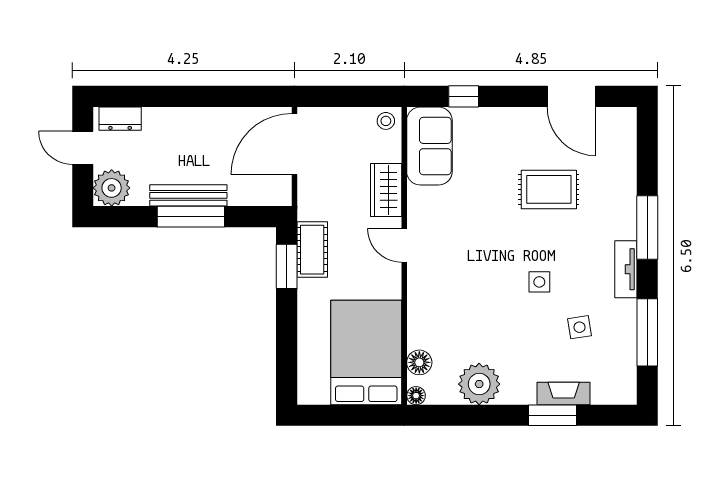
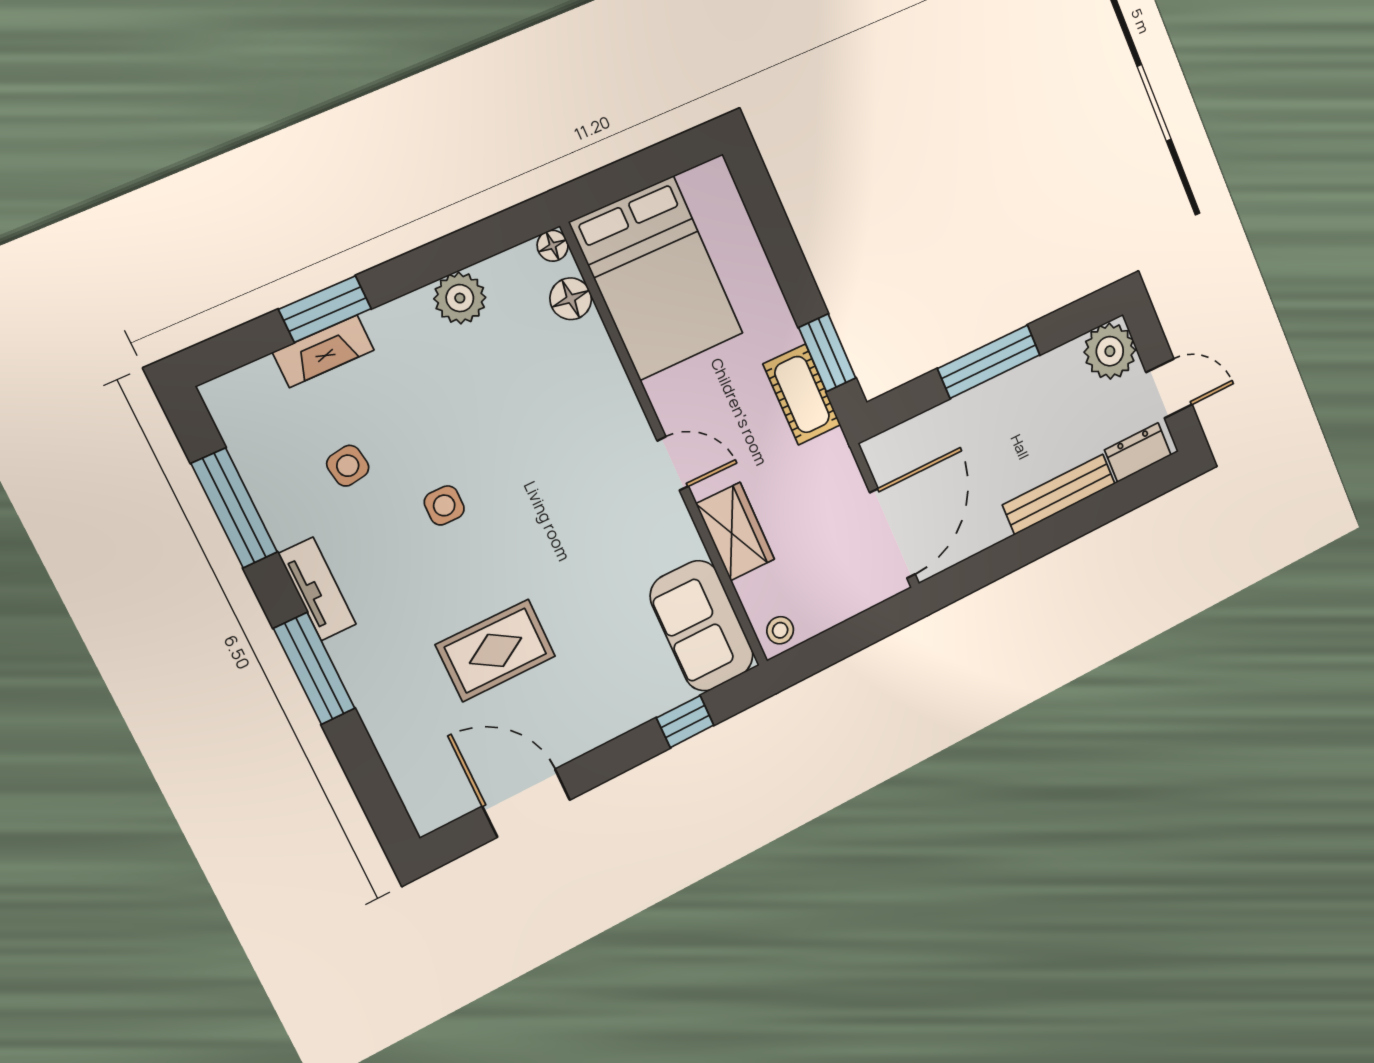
bench: (188, 195) -> (1059, 494), moved
plant: (479, 384) -> (460, 298), width x0.73, depth x0.73

